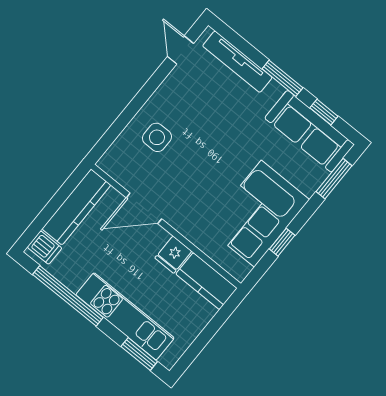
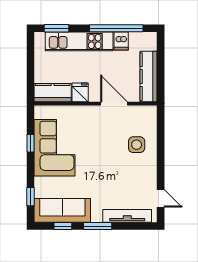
window: (334, 179) -> (30, 197), width x0.67
door: (144, 208) -> (114, 104), hinge flipped
dishwasher: (45, 248) -> (121, 41), moved, turned -90

